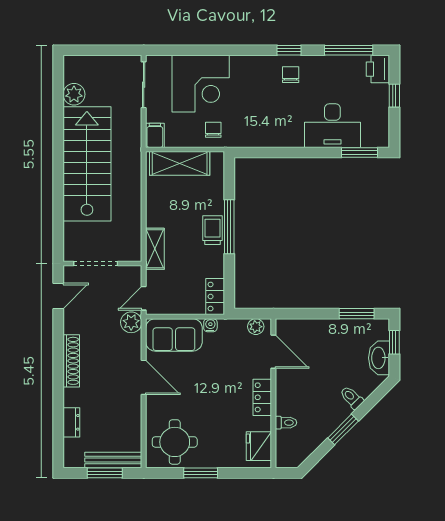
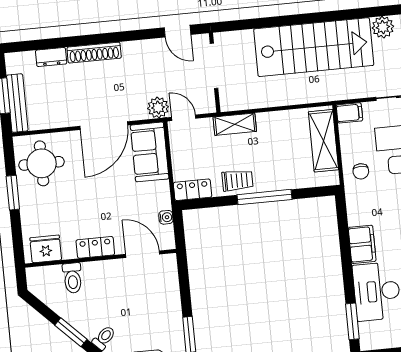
chair: (213, 130) -> (361, 171), turned 90
filing cabinet: (285, 135) -> (362, 244), added
trolley: (212, 230) -> (237, 180), moved
water cooler: (210, 325) -> (166, 217), moved
plant: (256, 327) -> (166, 234), removed
door: (273, 352) -> (143, 254), swing flipped
shoe rack: (71, 361) -> (94, 53), moved
door: (144, 377) -> (104, 126), width x1.36
toilet: (286, 423) -> (73, 278), width x1.37, depth x1.39

